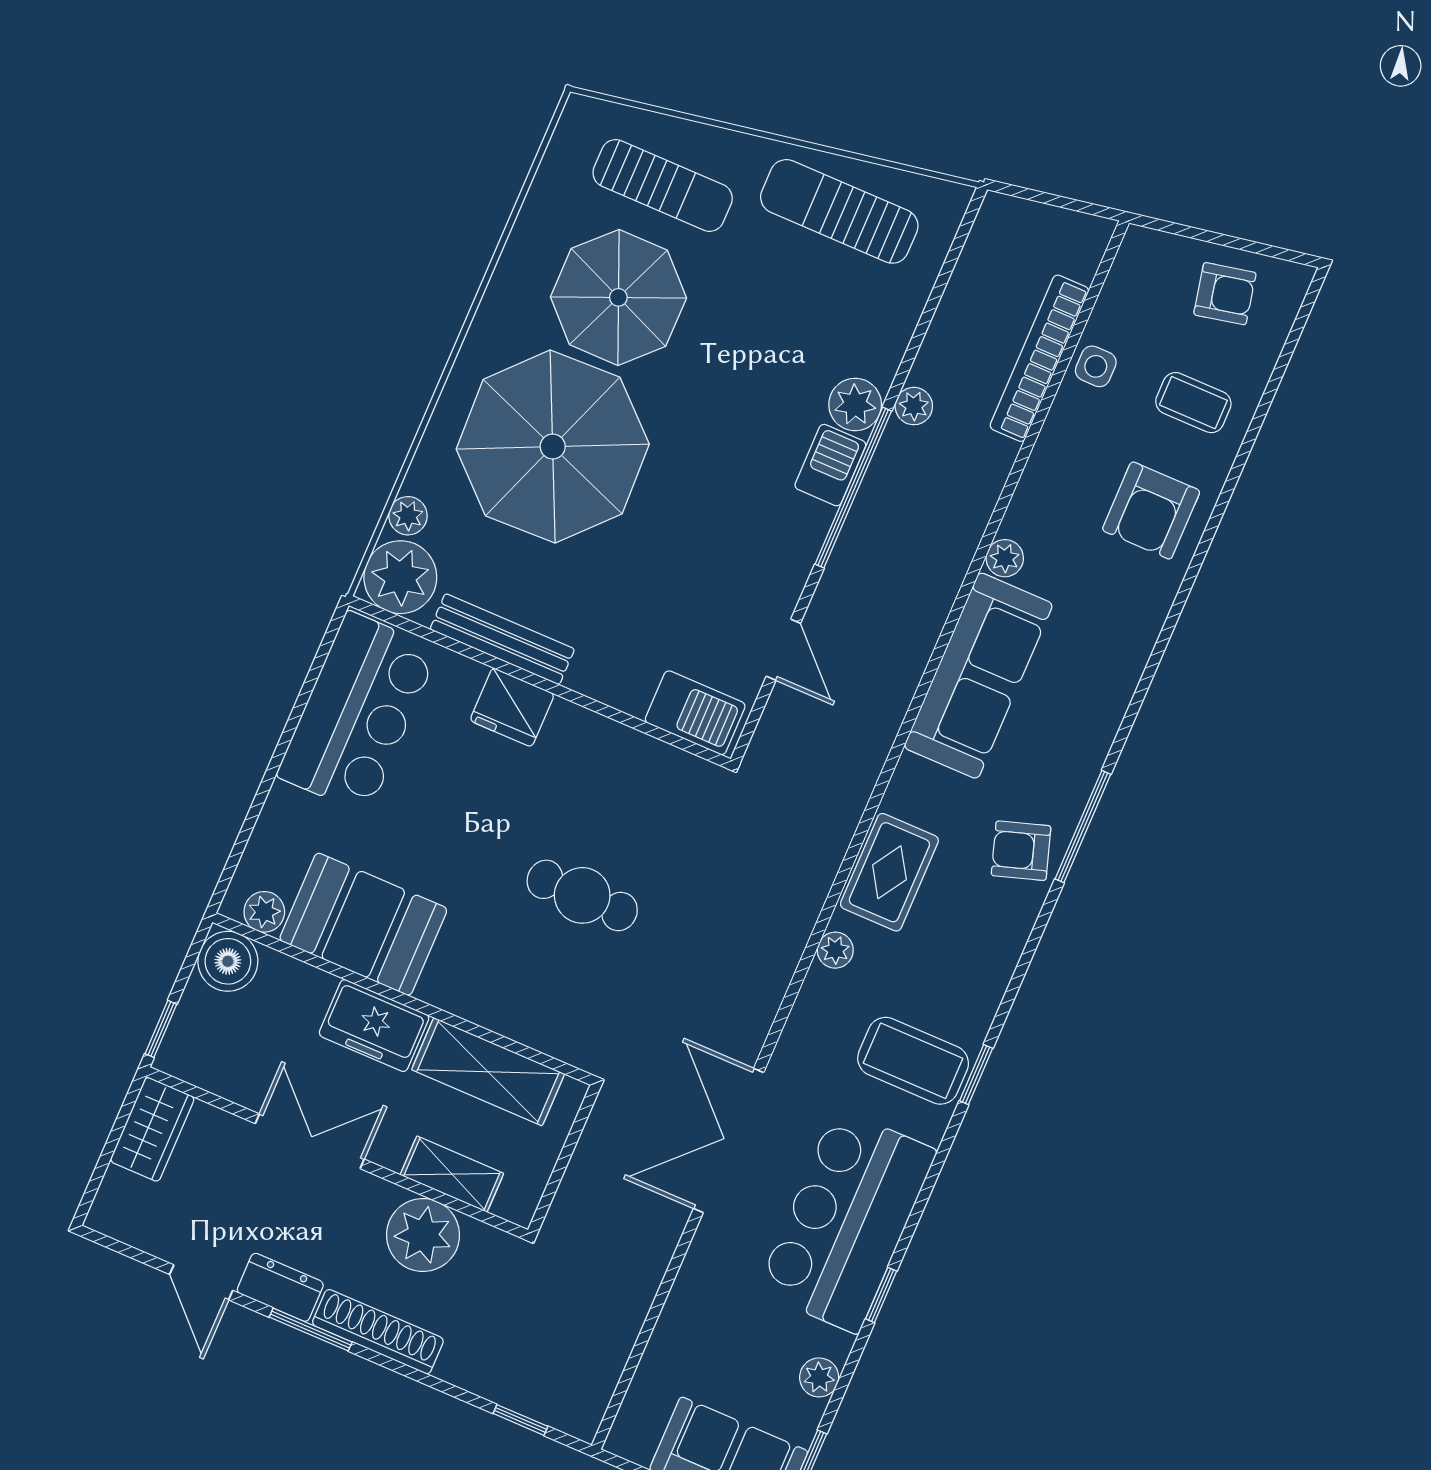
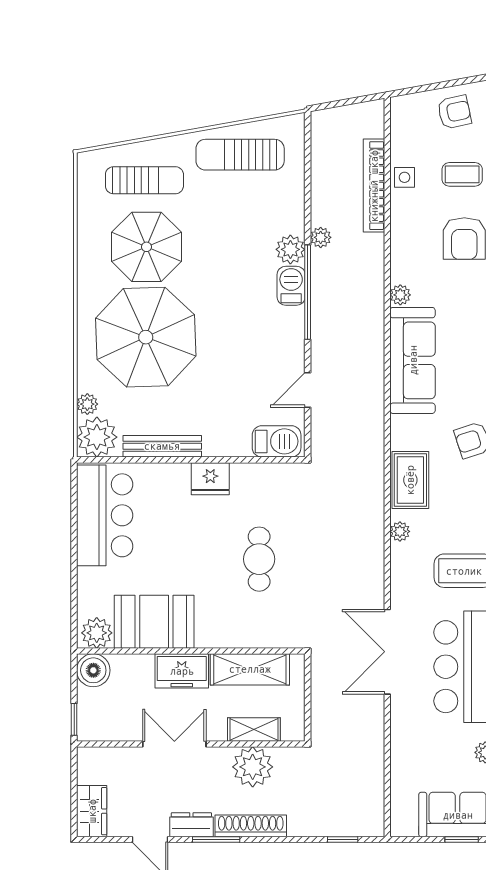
door: (783, 650) -> (308, 390), swing flipped
fridge: (512, 707) -> (210, 479), moved
cafe table: (582, 895) -> (259, 559), turned 90
plant: (264, 912) -> (97, 633), width x1.38, depth x1.38
wardrobe: (152, 1129) -> (92, 811), moved

